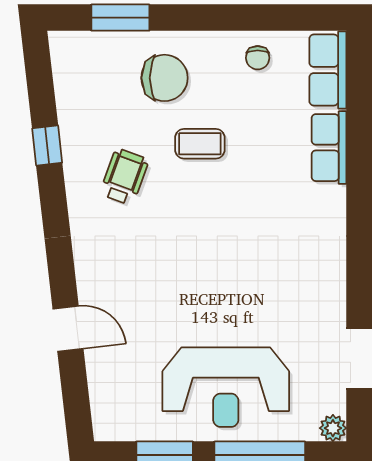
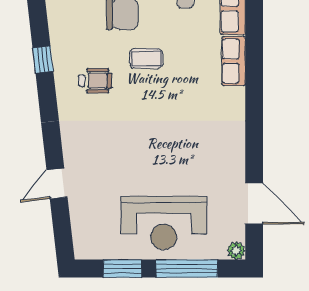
wheelchair: (124, 177) -> (95, 81), turned 70
door: (68, 329) -> (57, 183), swing flipped

